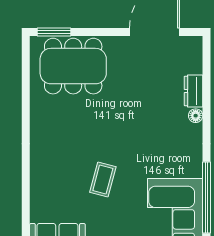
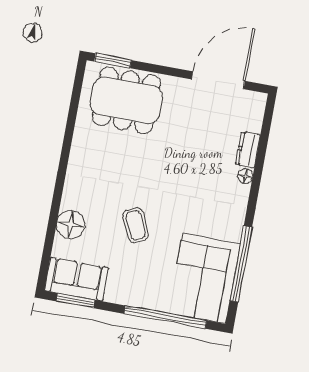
coffee table: (103, 180) -> (136, 225), turned -40
floor lamp: (43, 190) -> (71, 225), added

